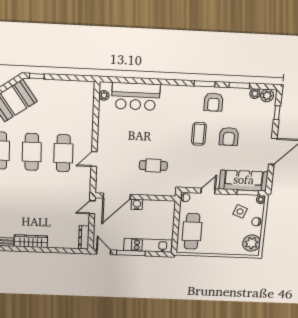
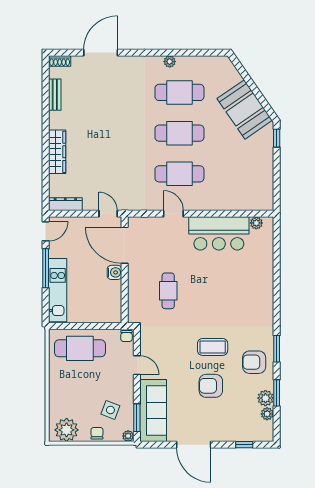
bar counter: (136, 96) -> (219, 233), moved, turned -90
plant: (267, 96) -> (265, 398), moved
wardrobe: (31, 241) -> (57, 152), moved

